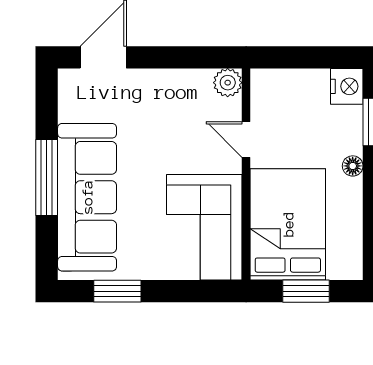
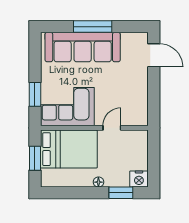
plant: (228, 83) -> (141, 119), removed
window: (117, 291) -> (35, 94), moved

